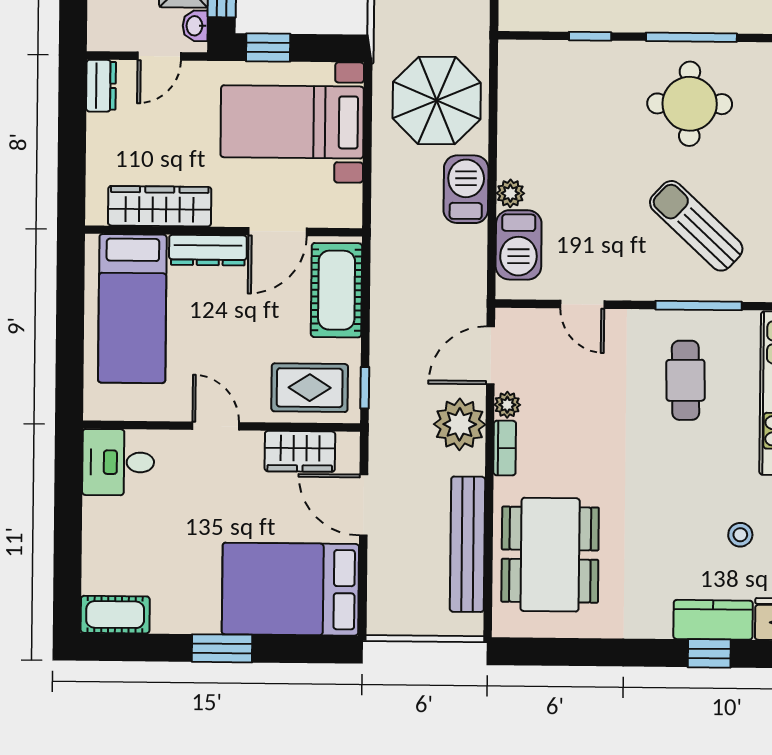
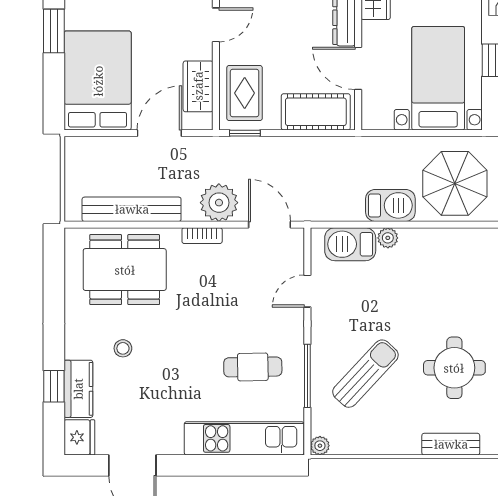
plant: (507, 405) -> (234, 237), removed
stool: (740, 535) -> (123, 348), moved

